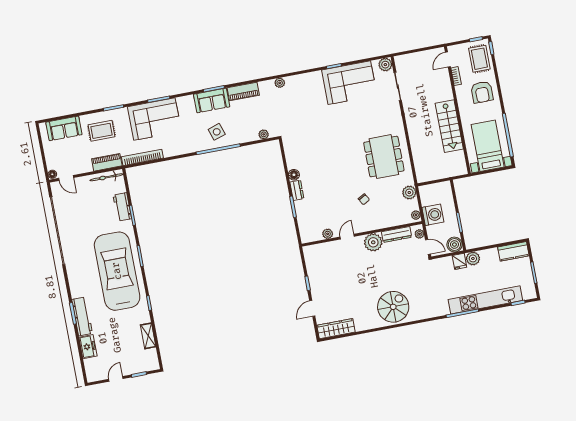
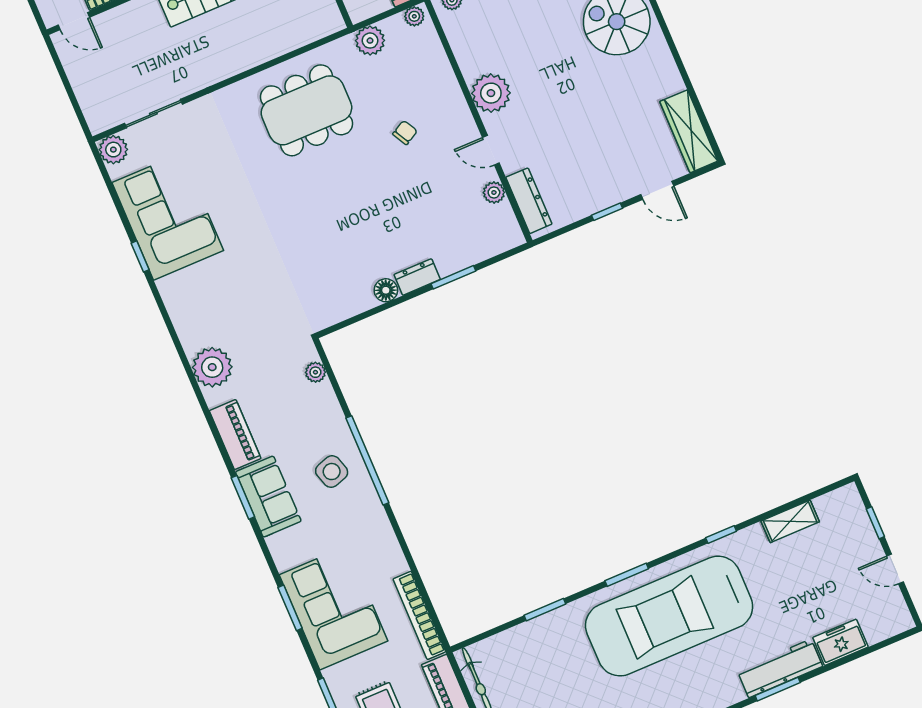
plant: (280, 83) -> (212, 367), width x1.88, depth x1.88
workbench: (122, 207) -> (532, 635), removed
dresser: (397, 234) -> (529, 201), moved

